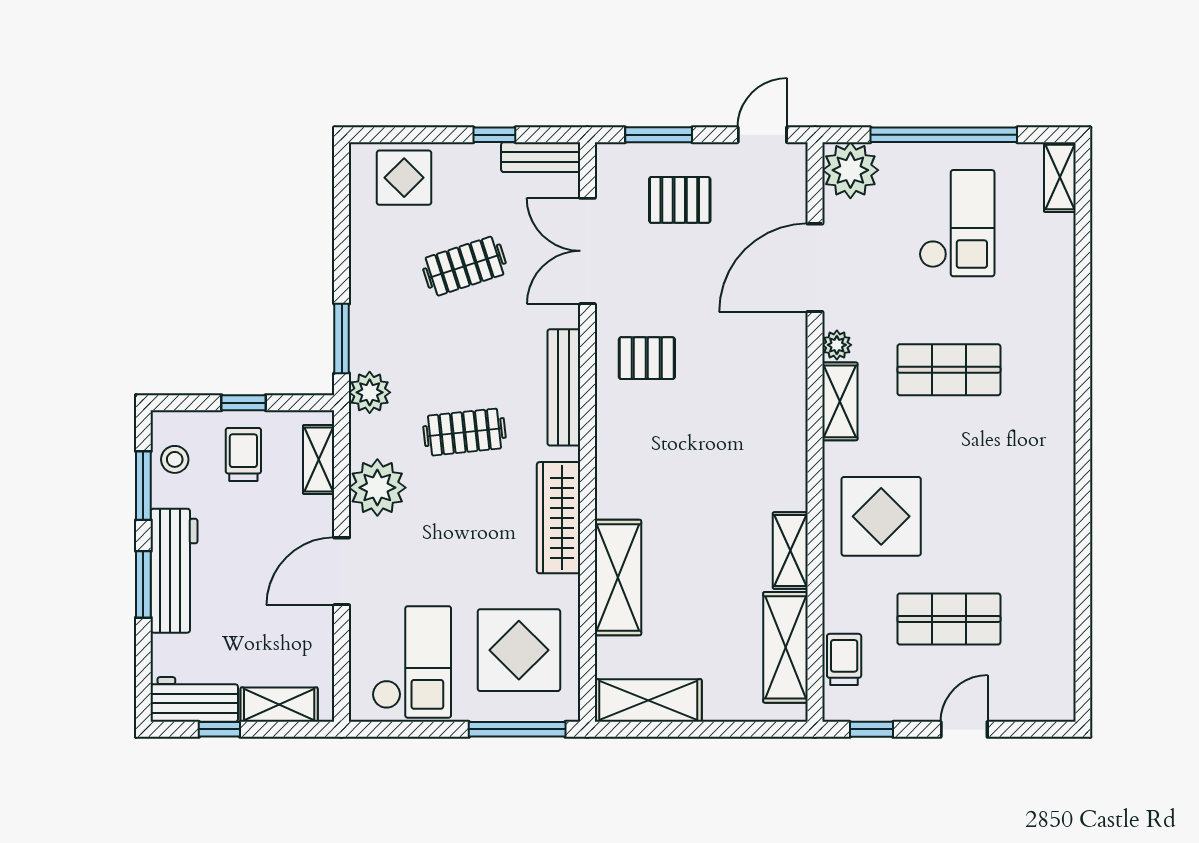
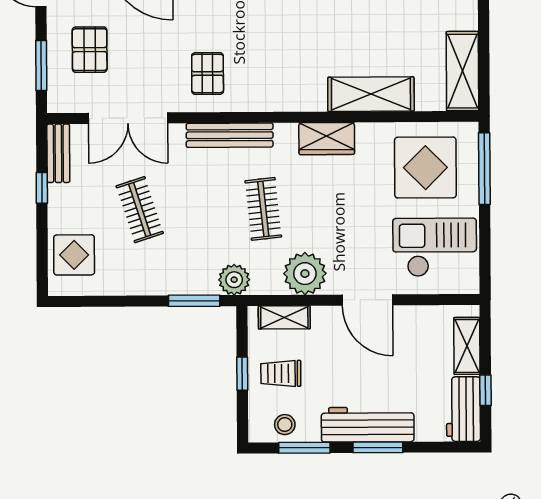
wardrobe: (559, 518) -> (327, 139), width x0.67

